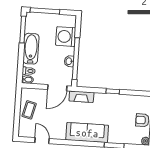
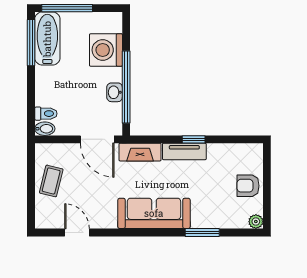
bathtub: (31, 49) -> (47, 39), moved
door: (57, 88) -> (97, 139), hinge flipped
tv unit: (107, 98) -> (184, 151), added

